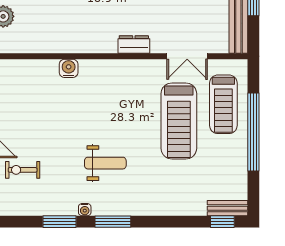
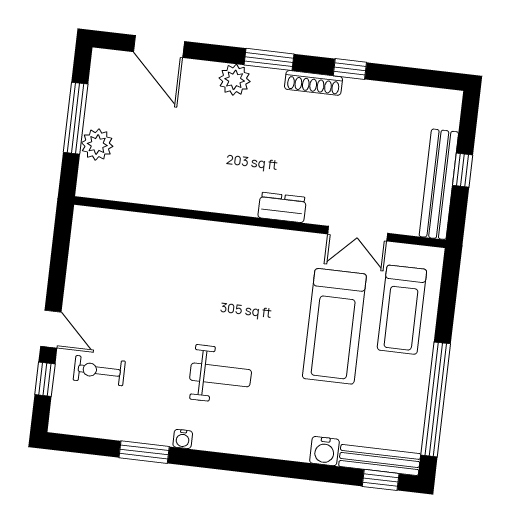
water cooler: (69, 68) -> (324, 451), moved, turned 180
window: (253, 132) -> (436, 399), moved
bench: (228, 208) -> (380, 460), width x1.36
window: (113, 222) -> (222, 461), removed

